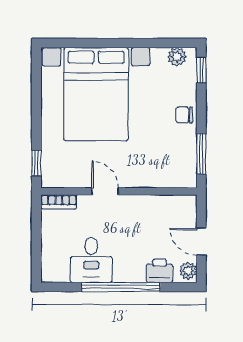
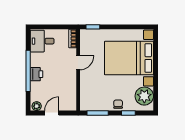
plant: (177, 57) -> (144, 96), width x1.87, depth x1.87
window: (201, 70) -> (128, 113), moved
desk: (91, 260) -> (42, 41), moved
printer: (160, 271) -> (37, 74), moved

